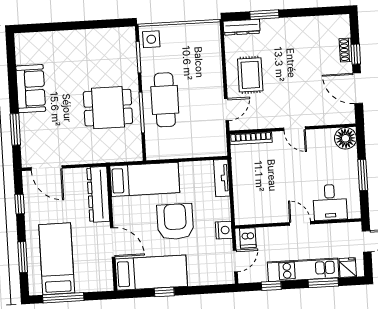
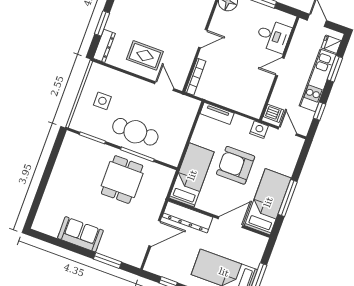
side table: (151, 39) -> (102, 101), moved
door: (47, 168) -> (155, 233), moved
window: (164, 292) -> (288, 198), width x2.17

